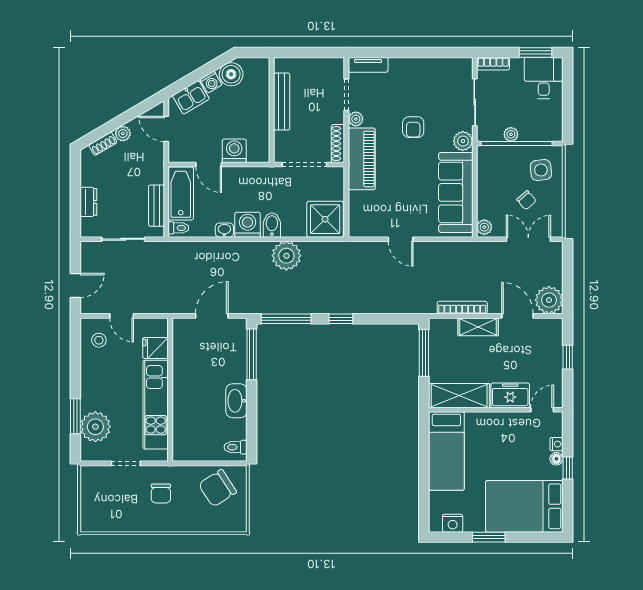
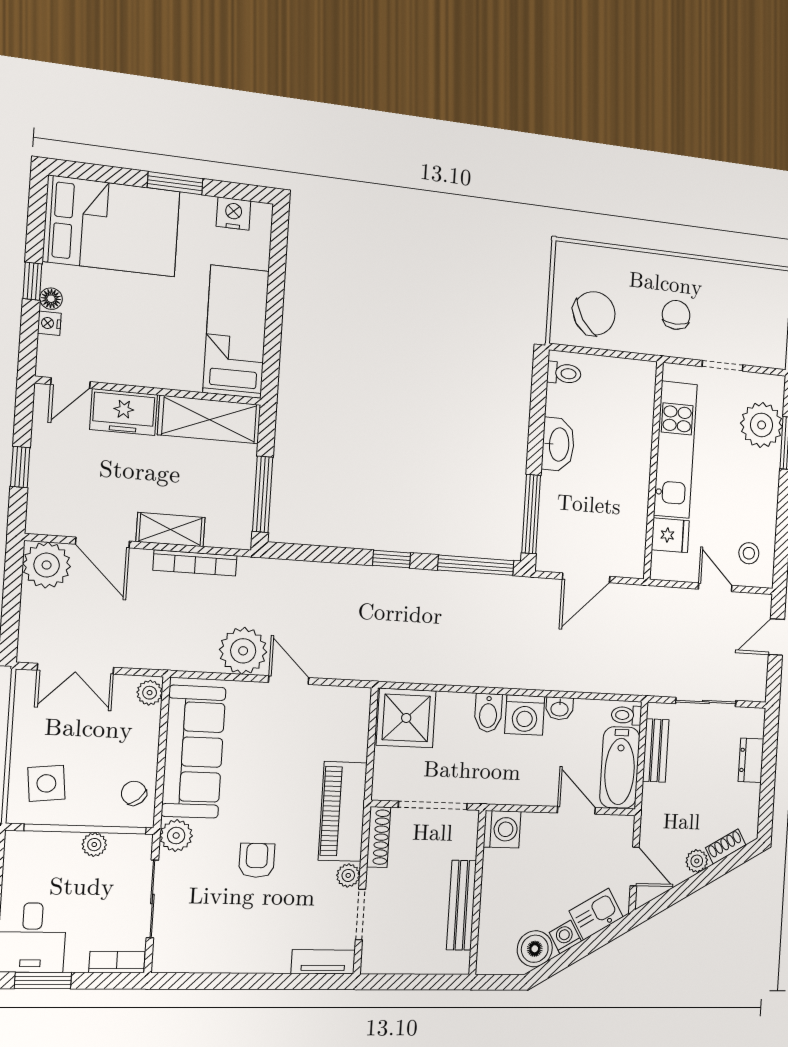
washing machine: (234, 151) -> (502, 829), moved, turned -90
chair: (526, 200) -> (134, 793), moved
plant: (286, 256) -> (243, 651), moved

